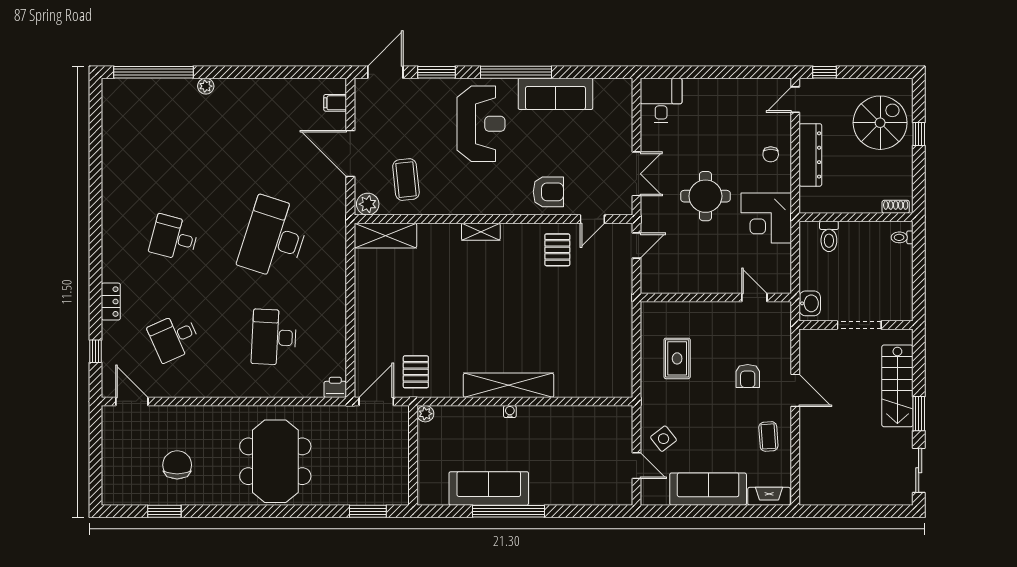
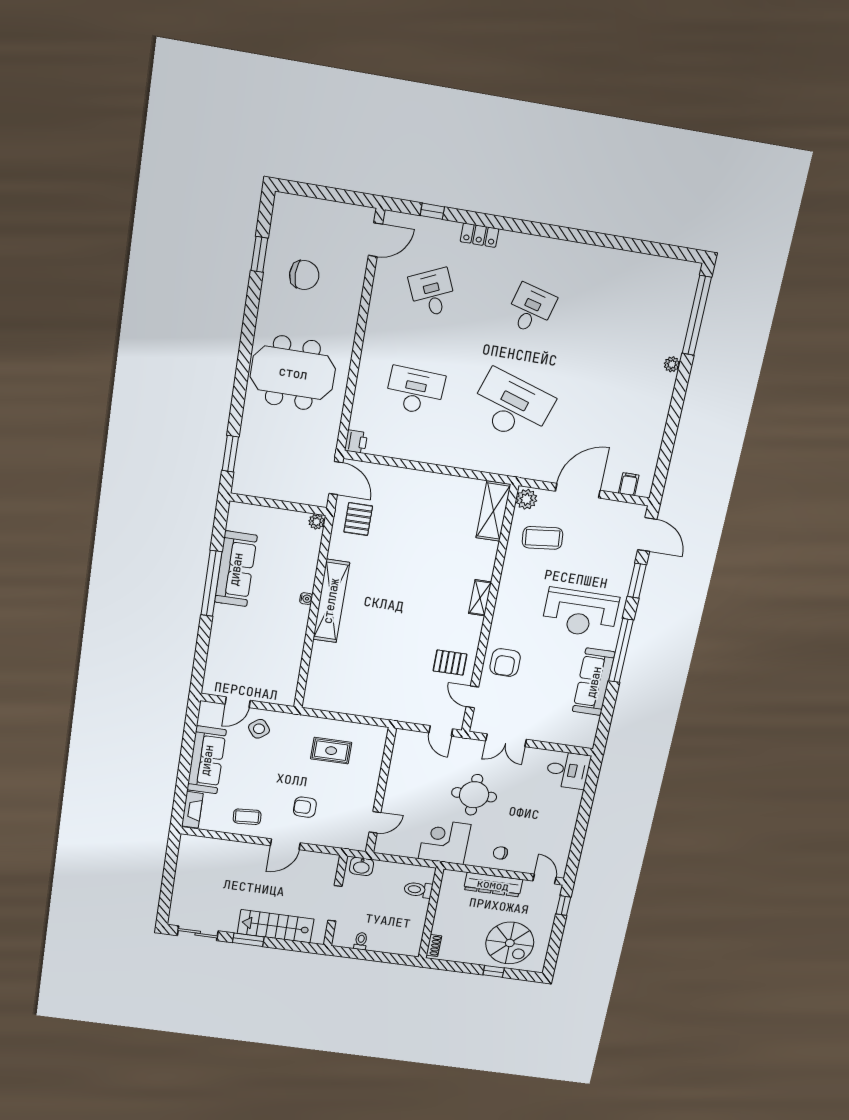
toilet: (902, 237) -> (361, 941), moved
pallet: (416, 372) -> (358, 519), turned 90

